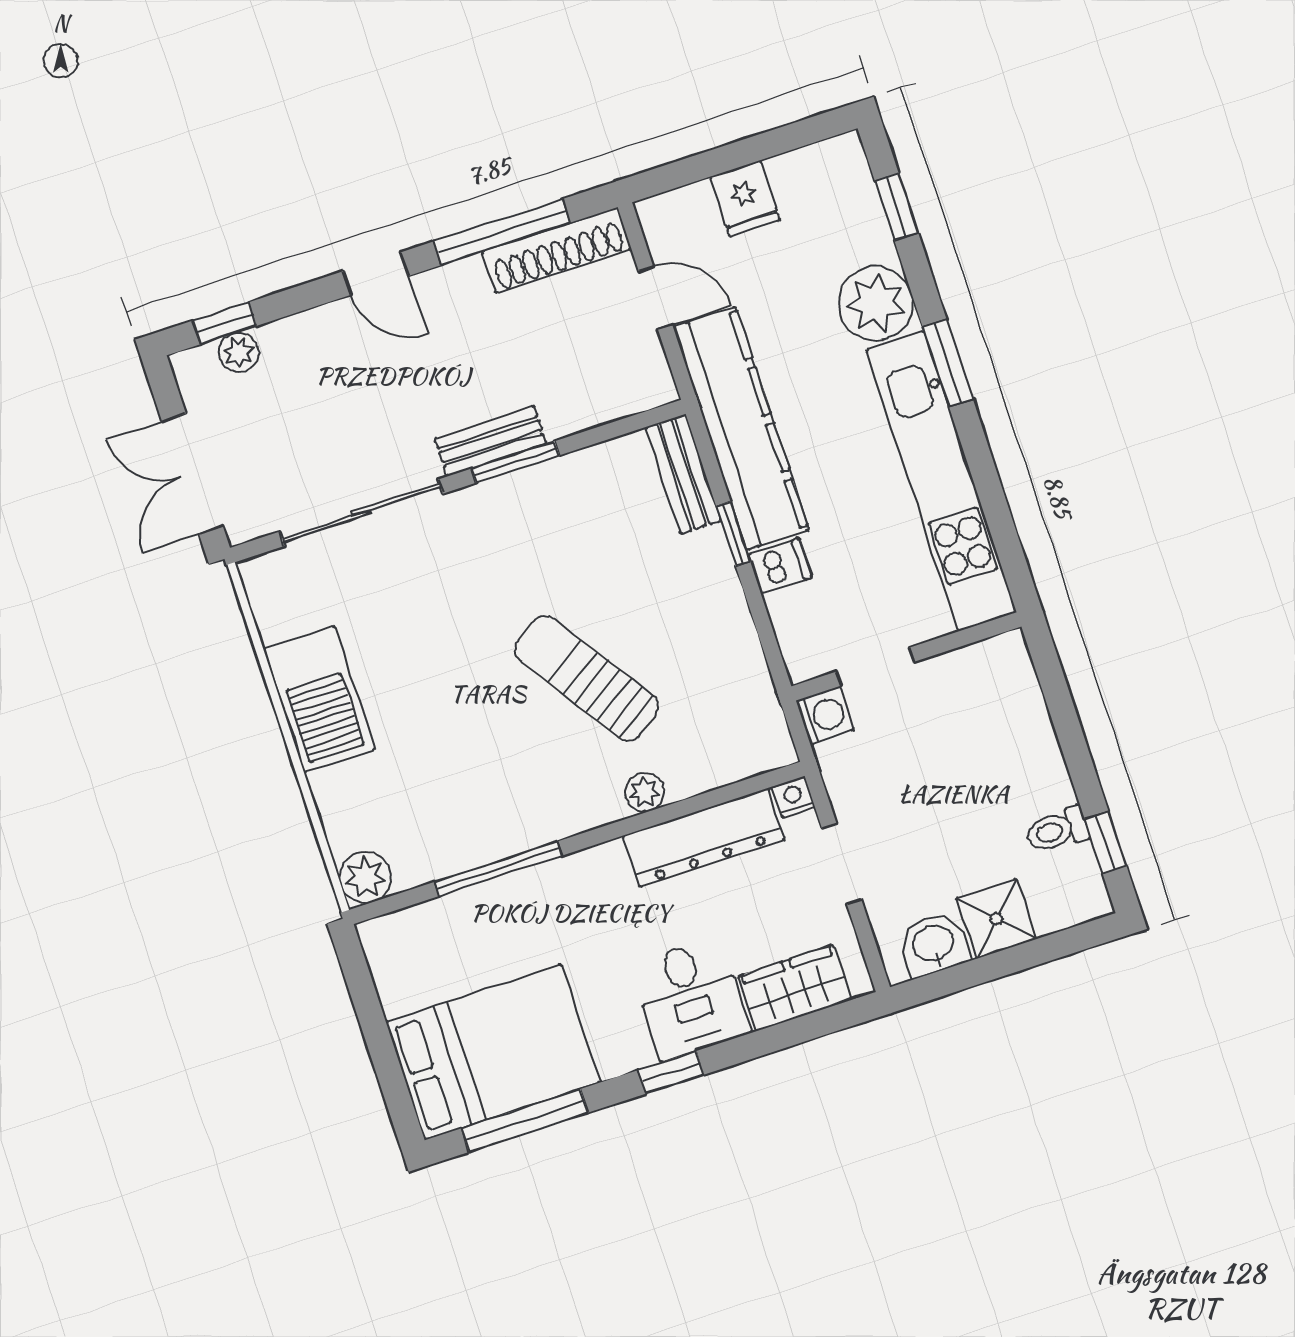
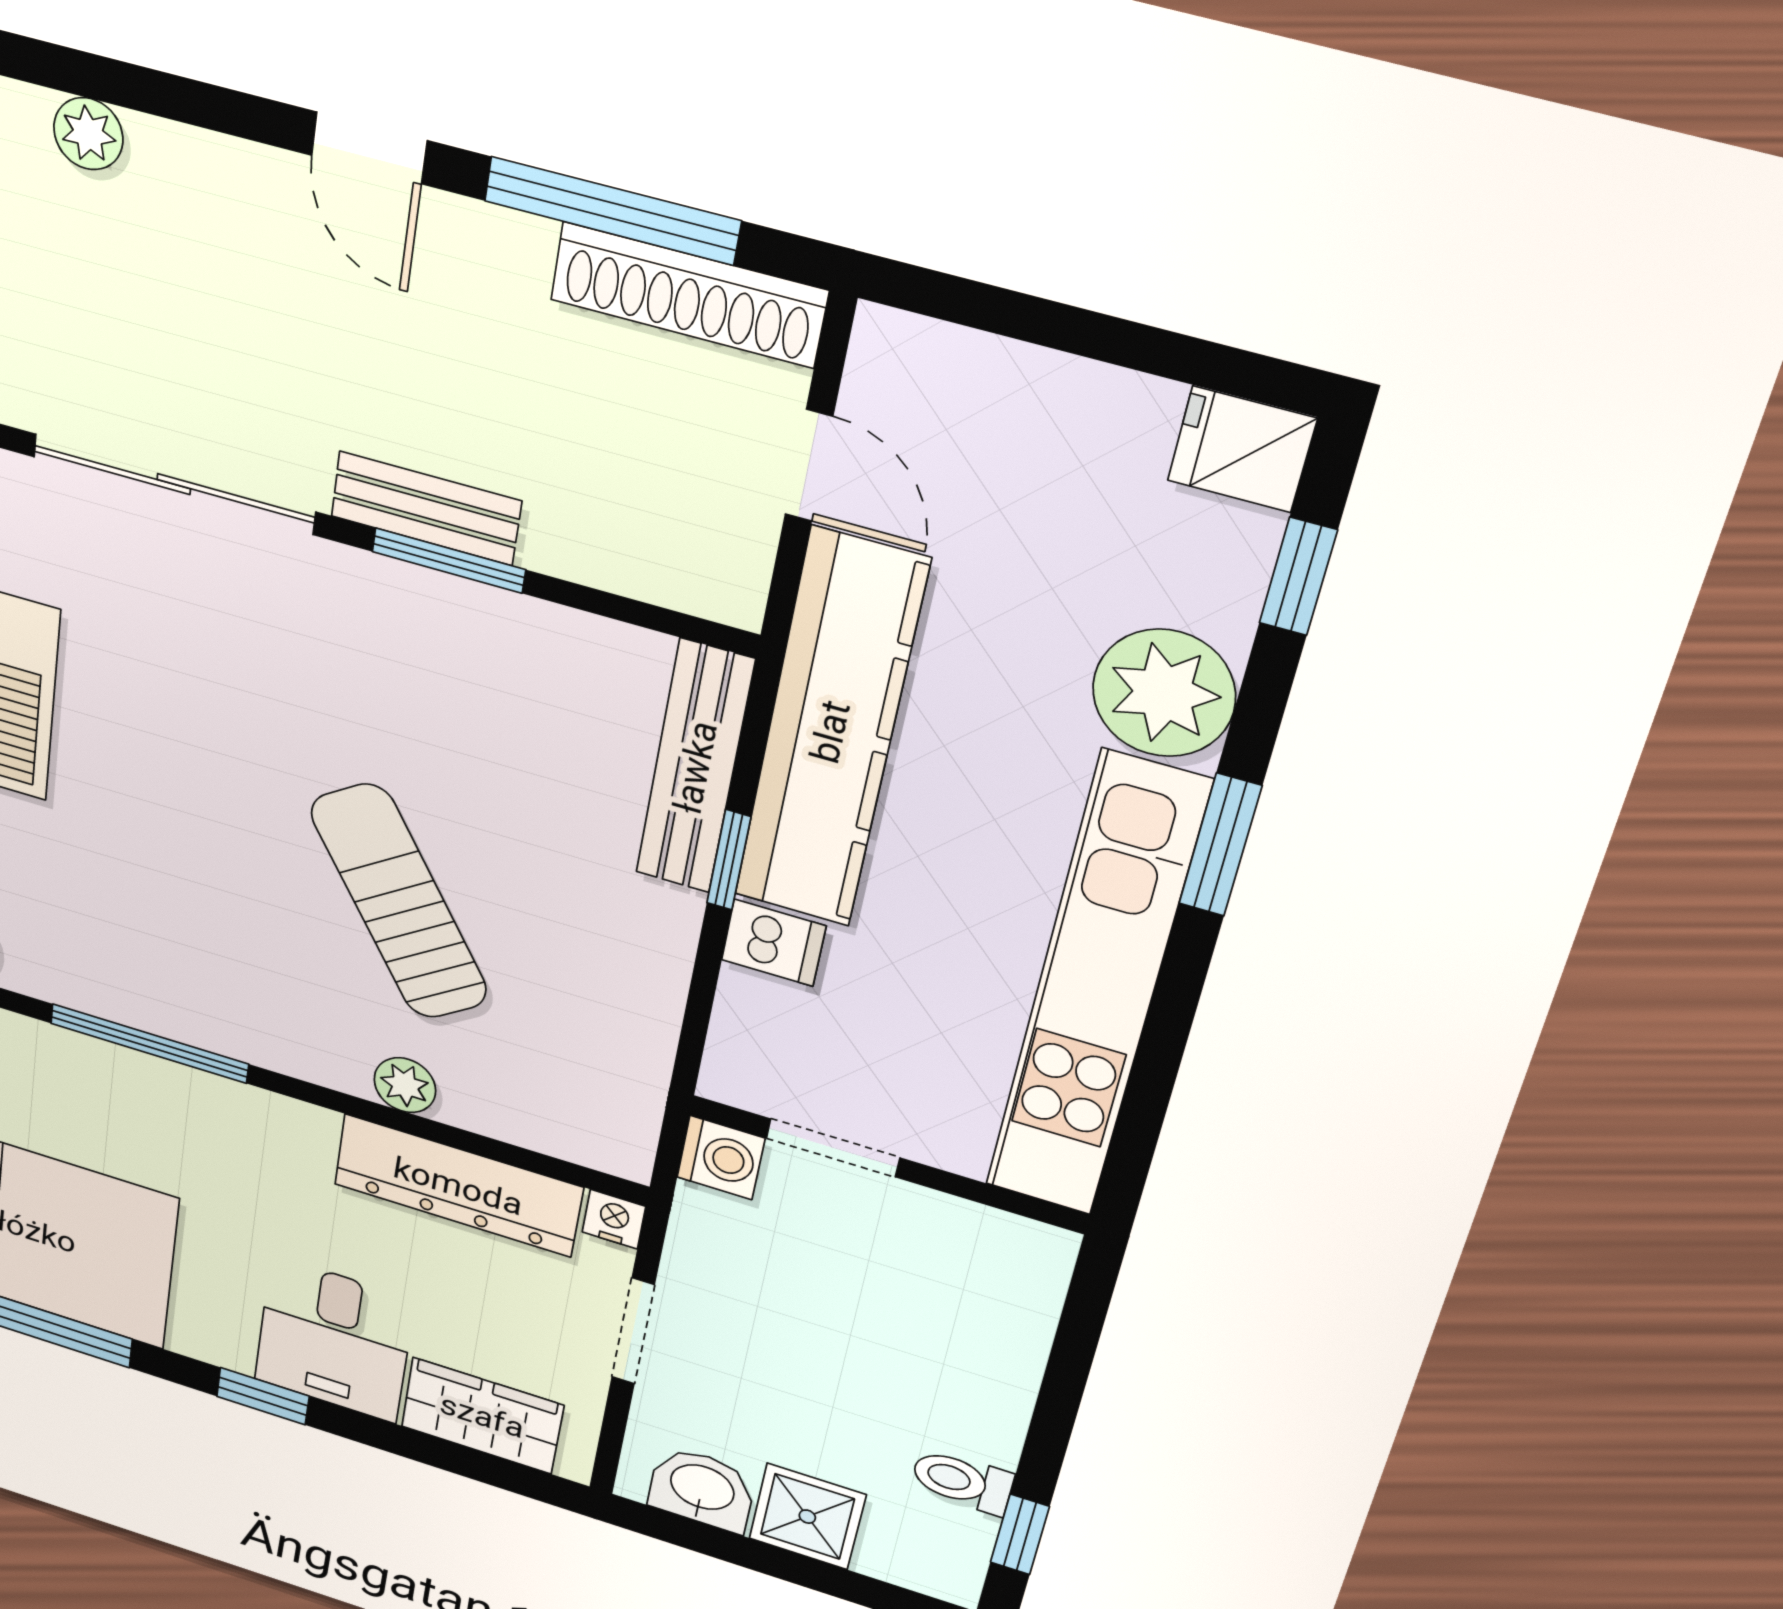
fridge: (745, 199) -> (1242, 449), moved, turned 90
window: (225, 323) -> (85, 75), removed
bench: (683, 474) -> (695, 767), width x1.36

